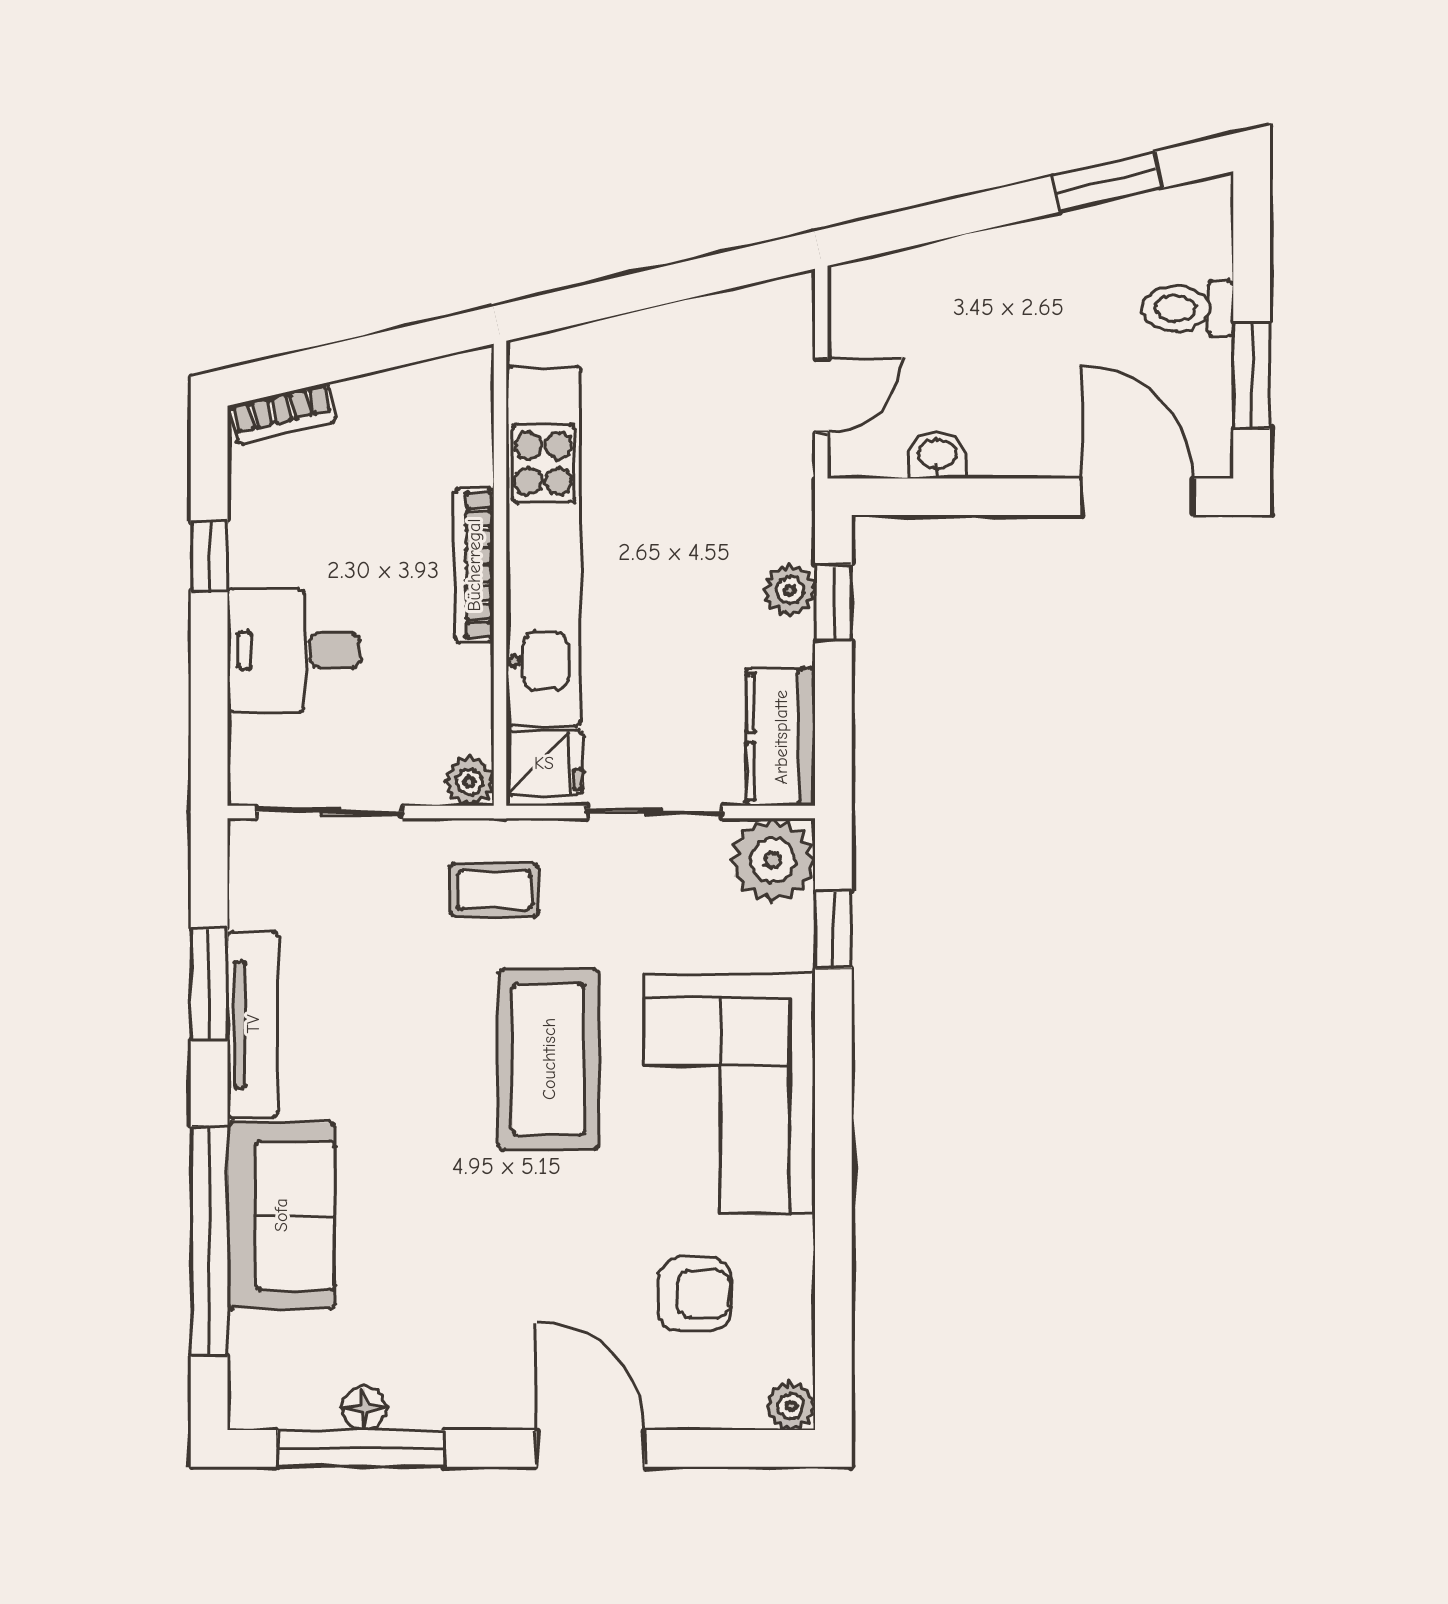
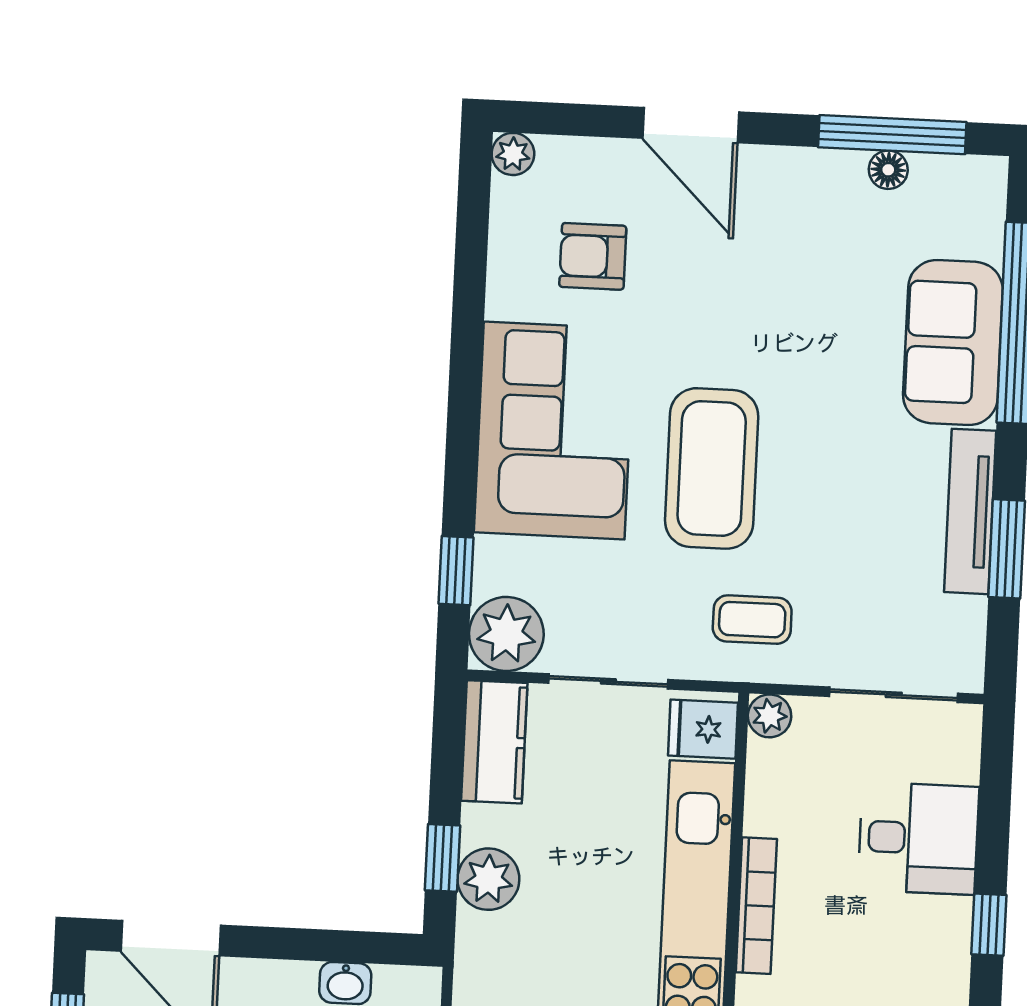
plant: (790, 590) -> (488, 879), width x1.38, depth x1.38

